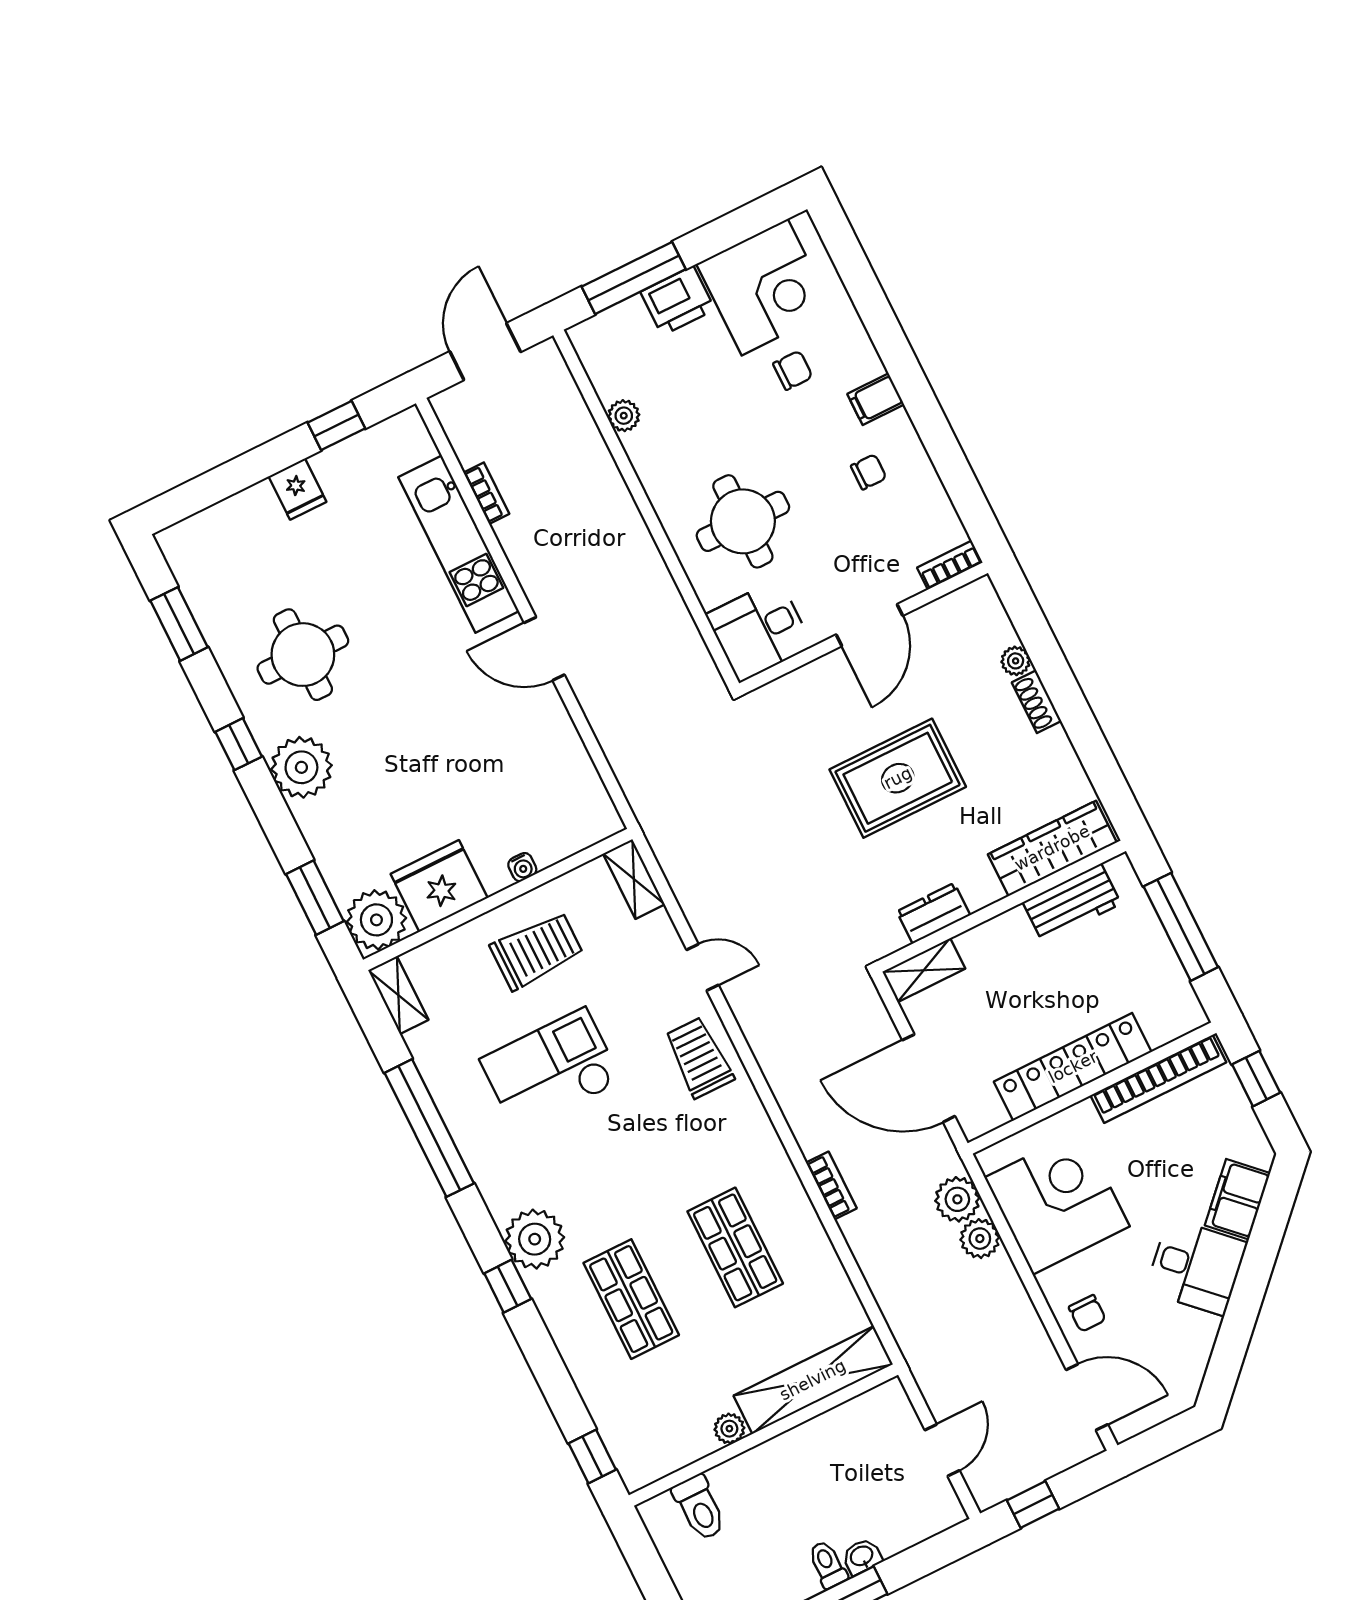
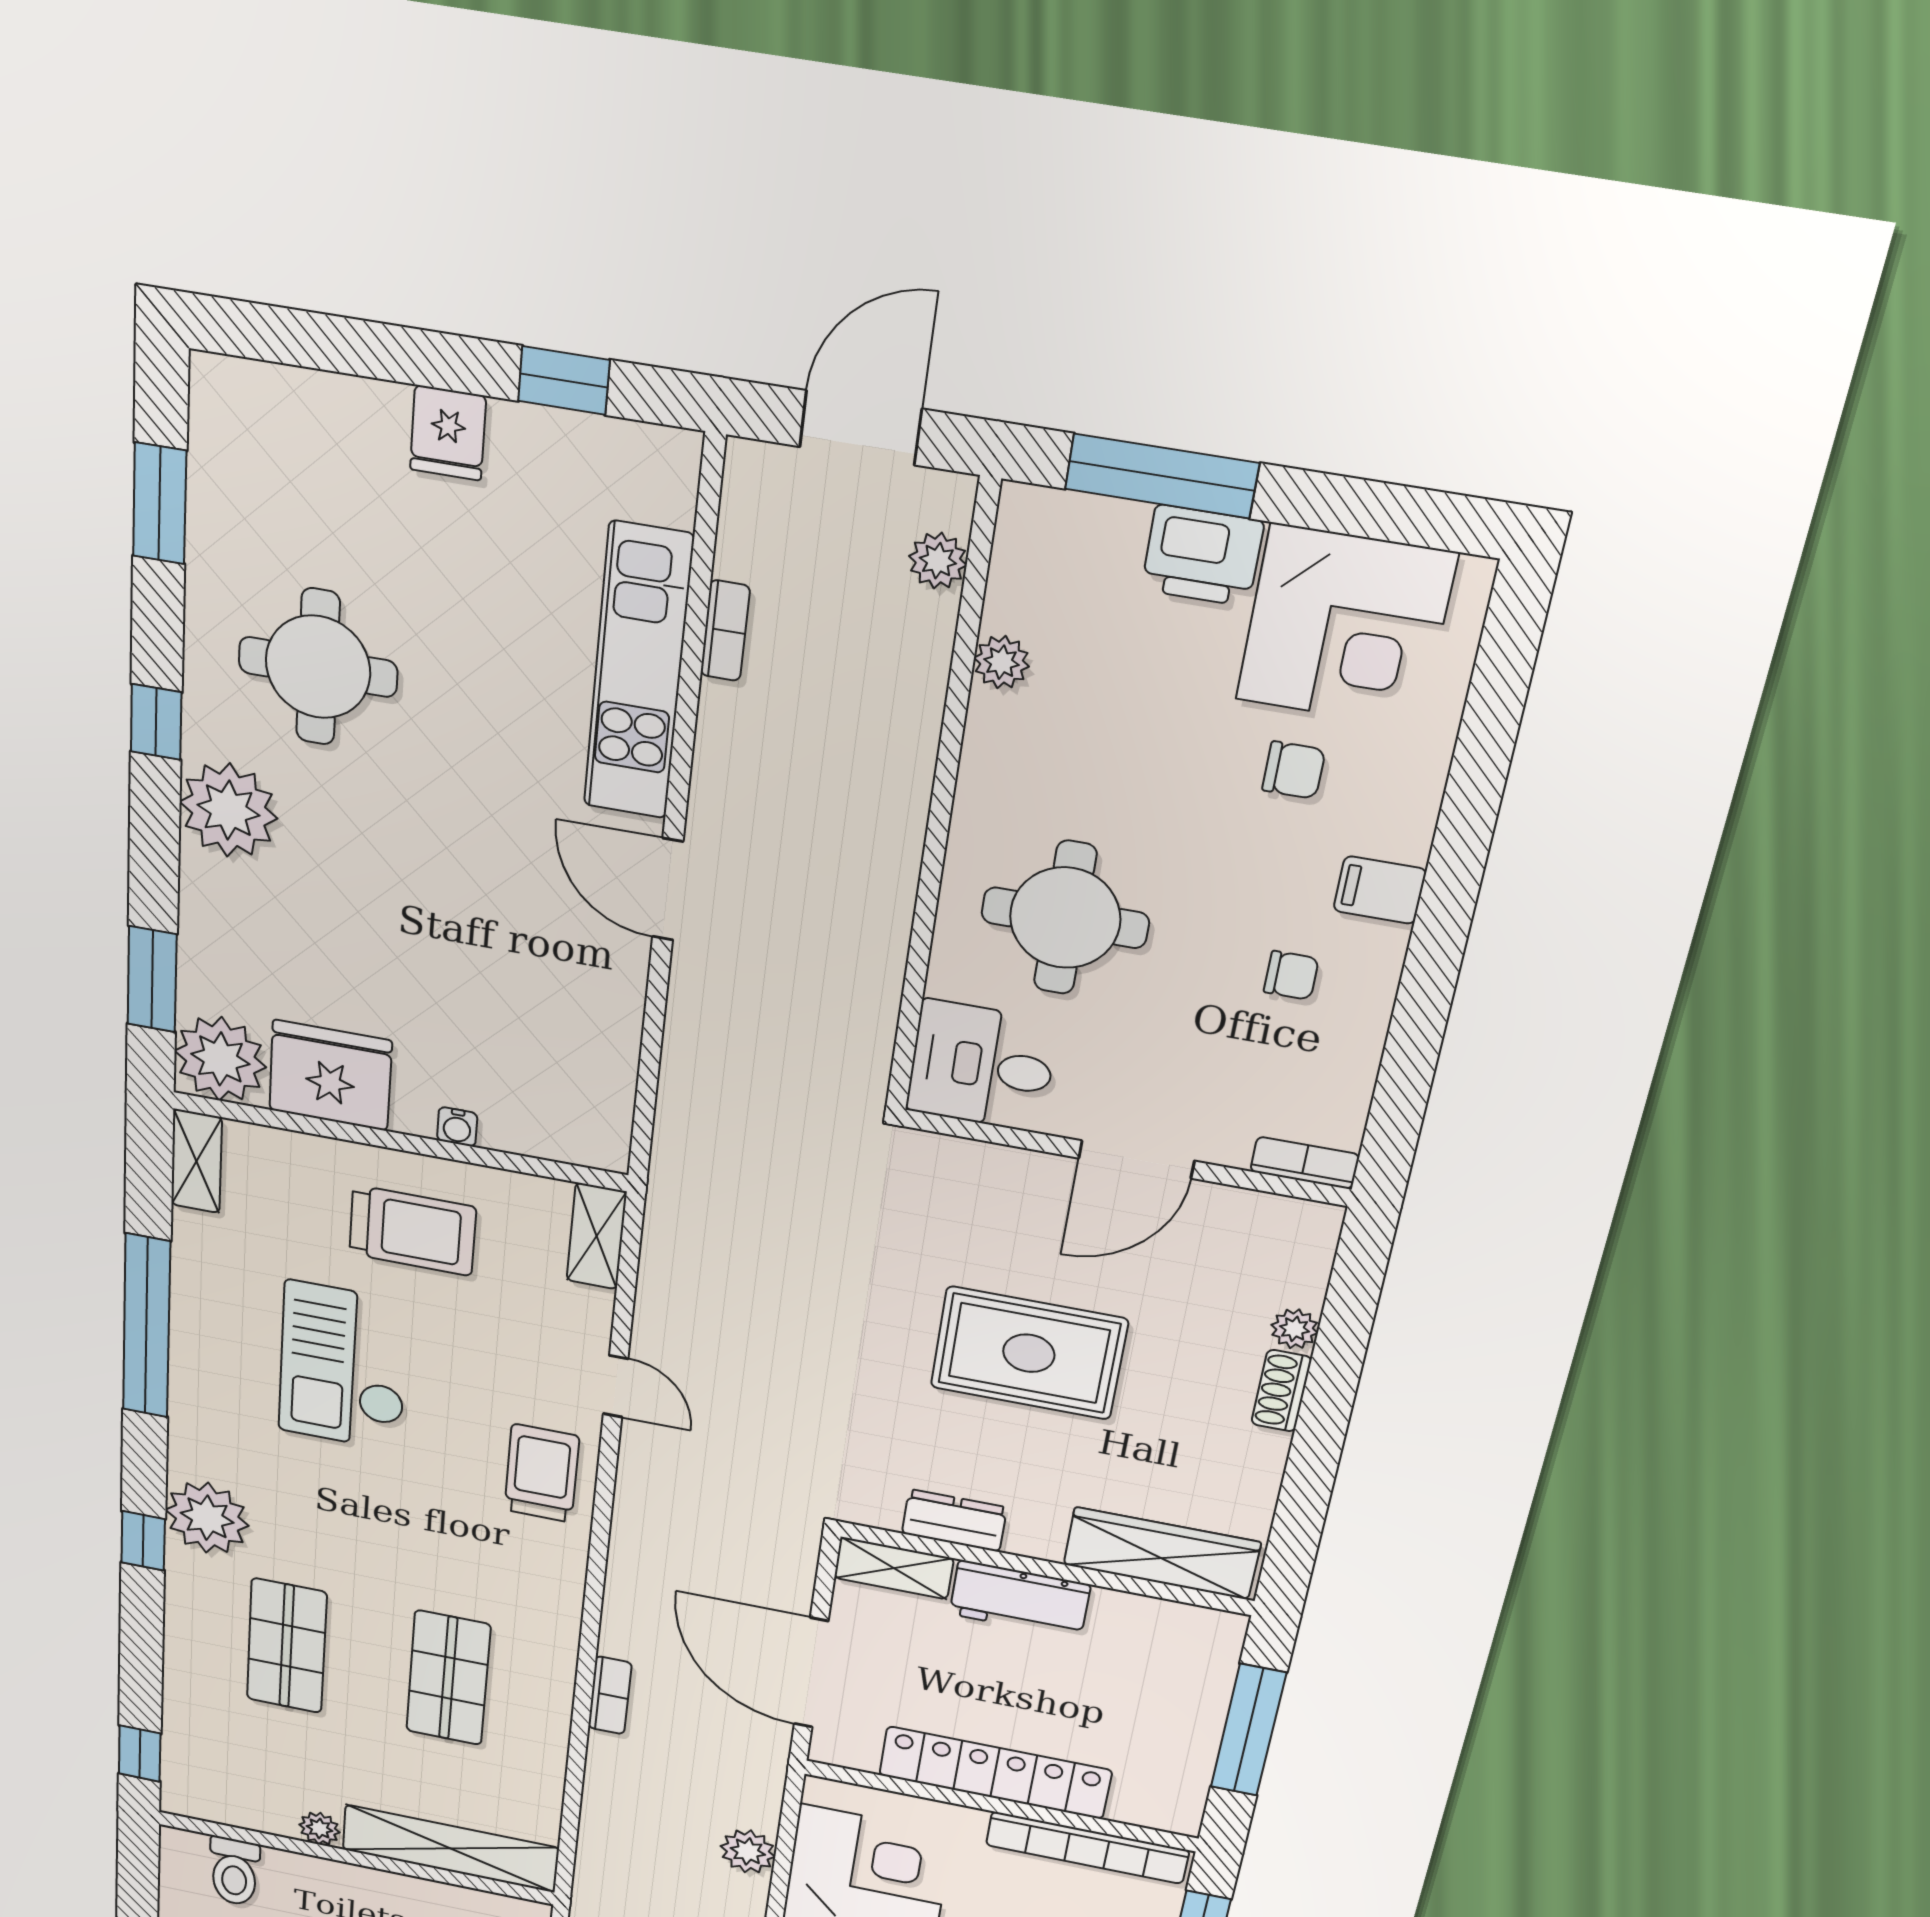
workbench: (1072, 903) -> (1020, 1599), moved
checkout: (551, 1070) -> (343, 1366), turned -90
plant: (957, 1199) -> (938, 561), moved, width x0.73, depth x0.73

